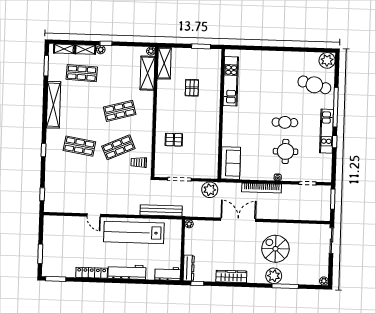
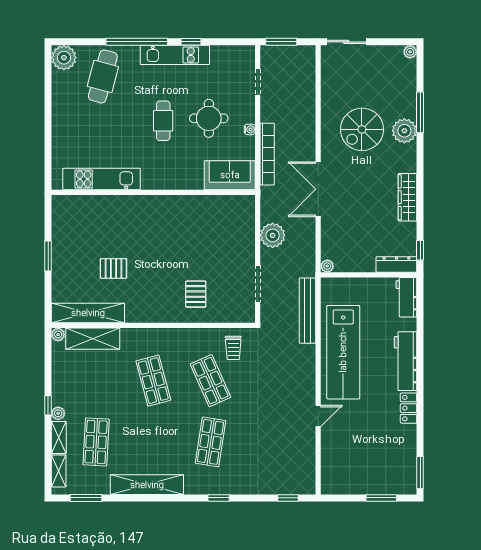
shelving: (164, 63) -> (88, 313), width x1.47
kitchen unit: (231, 81) -> (101, 179), moved
wall: (221, 114) -> (153, 192), moved
sofa: (231, 163) -> (230, 175), moved
locker: (92, 273) -> (409, 408), width x0.66

